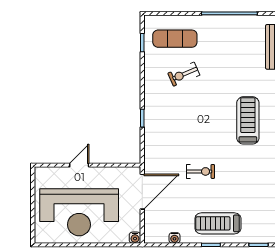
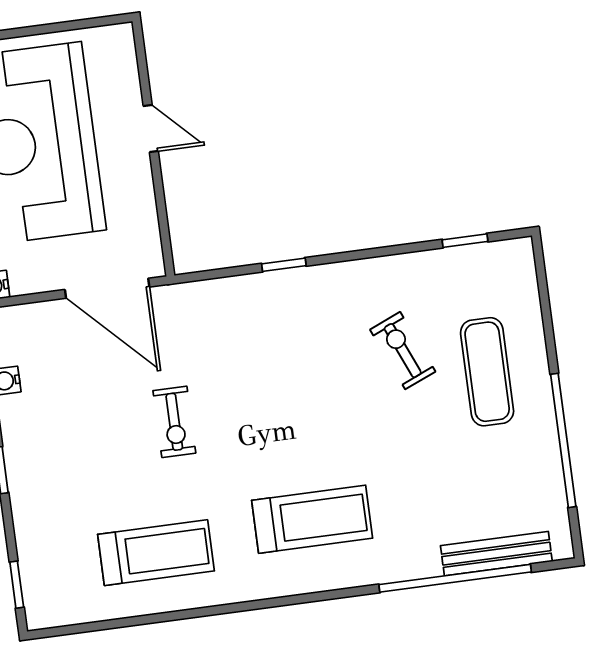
exercise mat: (175, 39) -> (487, 372), moved
treadmill: (218, 223) -> (156, 553), moved, turned 90

